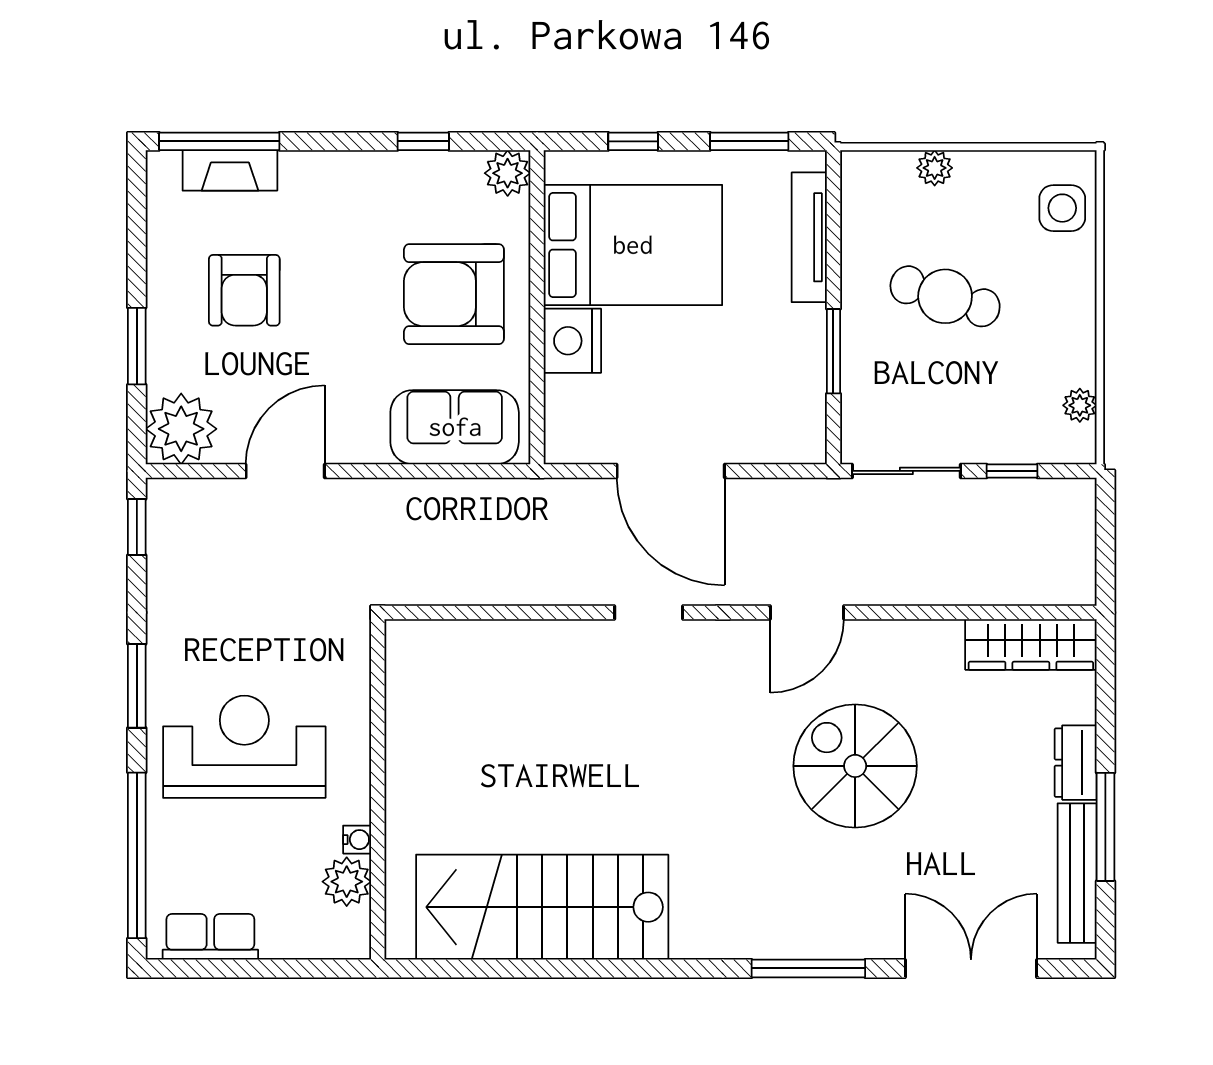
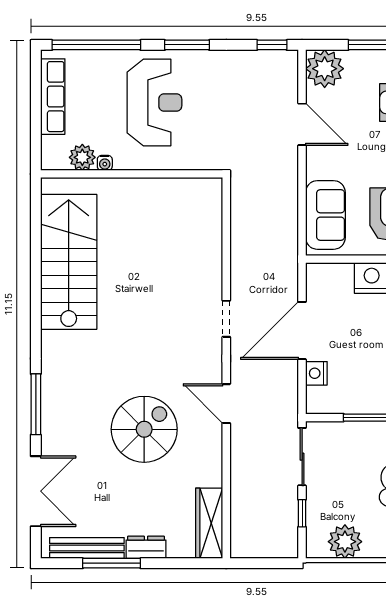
plant: (1080, 405) -> (345, 542), width x1.88, depth x1.88
nightstand: (750, 444) -> (316, 373), added
row of seats: (210, 937) -> (53, 97), width x1.48

